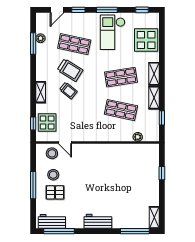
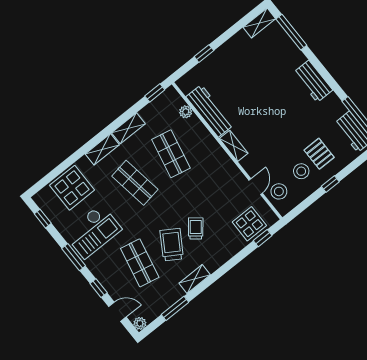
plant: (40, 38) -> (140, 323), moved
shelving: (41, 92) -> (195, 279), moved
window: (162, 118) -> (155, 93), moved
shelving: (97, 148) -> (234, 146), added
workbench: (127, 151) -> (210, 111), added
window: (33, 185) -> (330, 184), width x0.46

